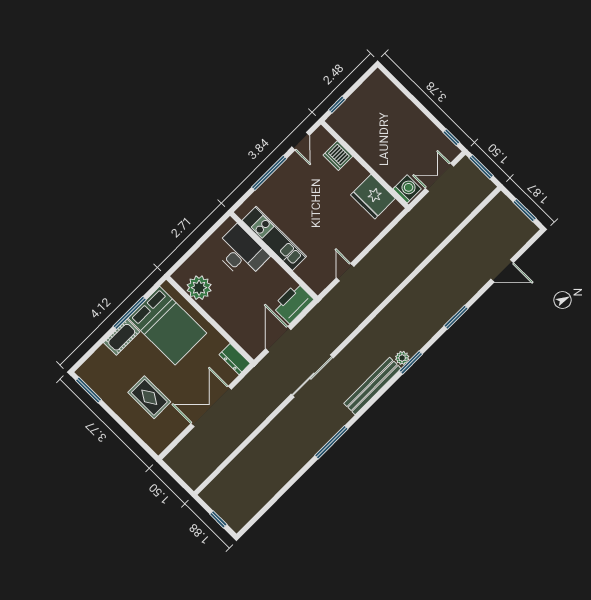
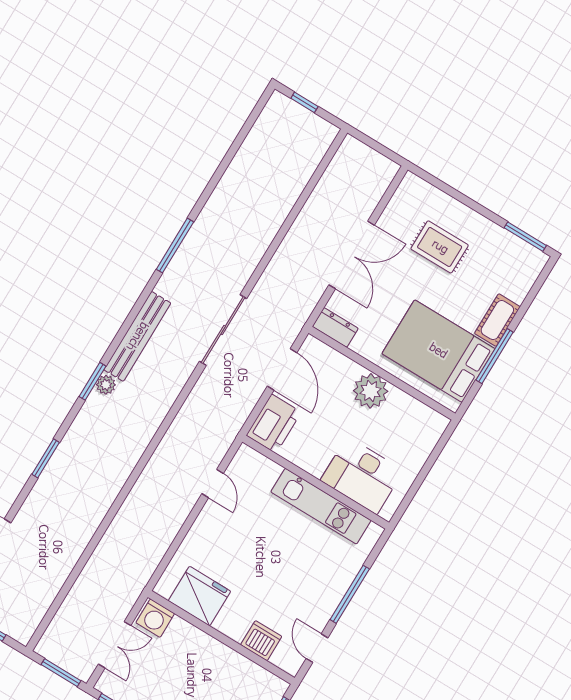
plant: (199, 288) -> (371, 391), moved

